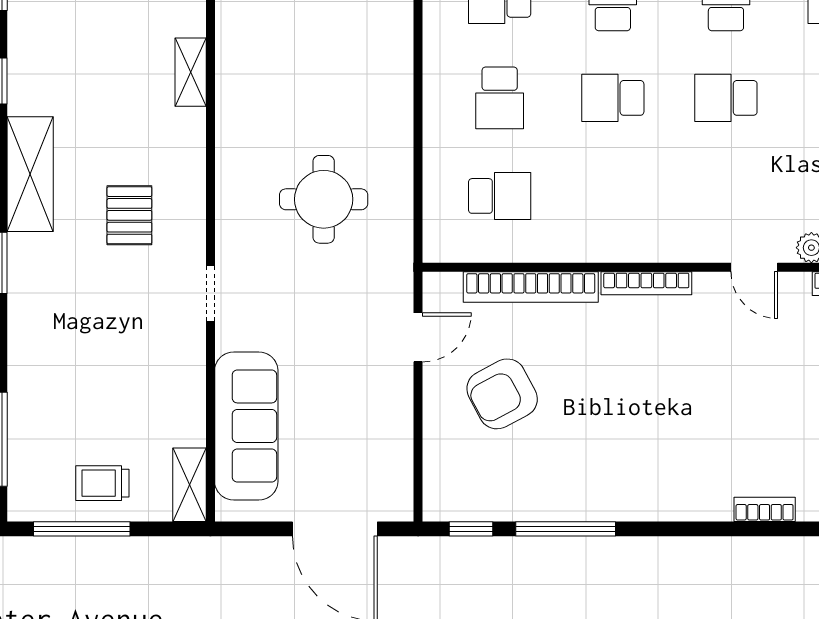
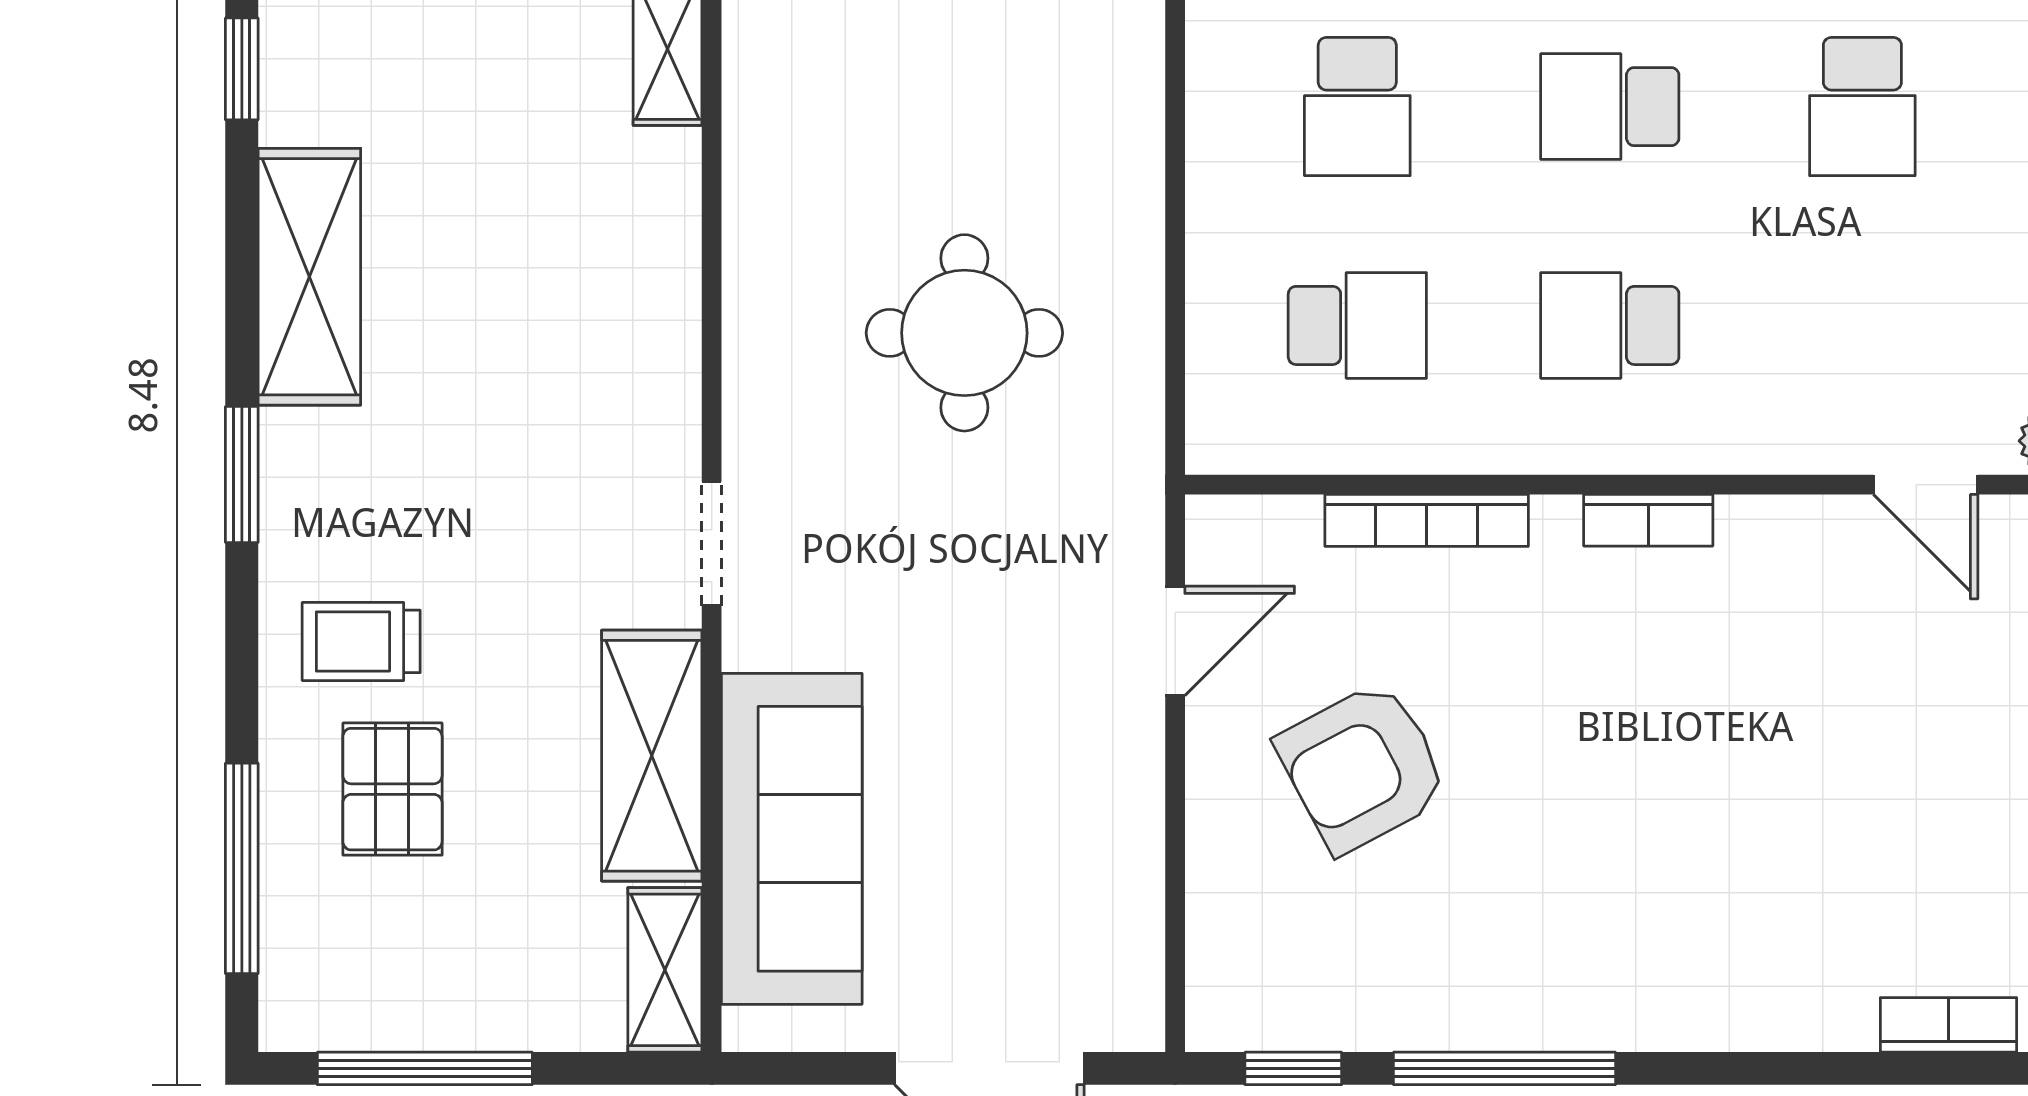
school desk: (726, 98) -> (1862, 107), turned -90
school desk: (613, 196) -> (1610, 325), added
pallet: (129, 215) -> (392, 789), moved
bookcase: (646, 283) -> (1648, 520), width x0.64
bookcase: (531, 287) -> (1427, 520), width x0.68, depth x0.76
shelving: (184, 389) -> (652, 756), added
trolley: (102, 483) -> (361, 641), moved

